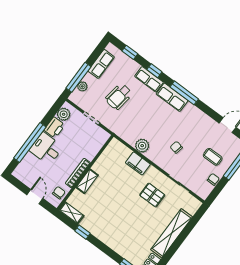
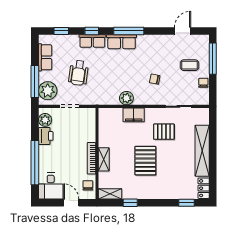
plant: (82, 86) -> (48, 91), width x1.88, depth x1.88
desk: (46, 149) -> (51, 186), moved, turned -90
pallet: (120, 207) -> (145, 161), added

